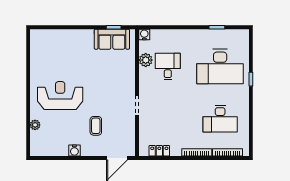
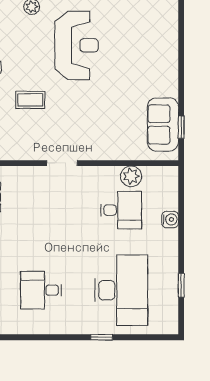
water cooler: (144, 35) -> (170, 219), moved
desk: (220, 67) -> (121, 290), turned 180
desk: (220, 119) -> (41, 290), width x0.73

